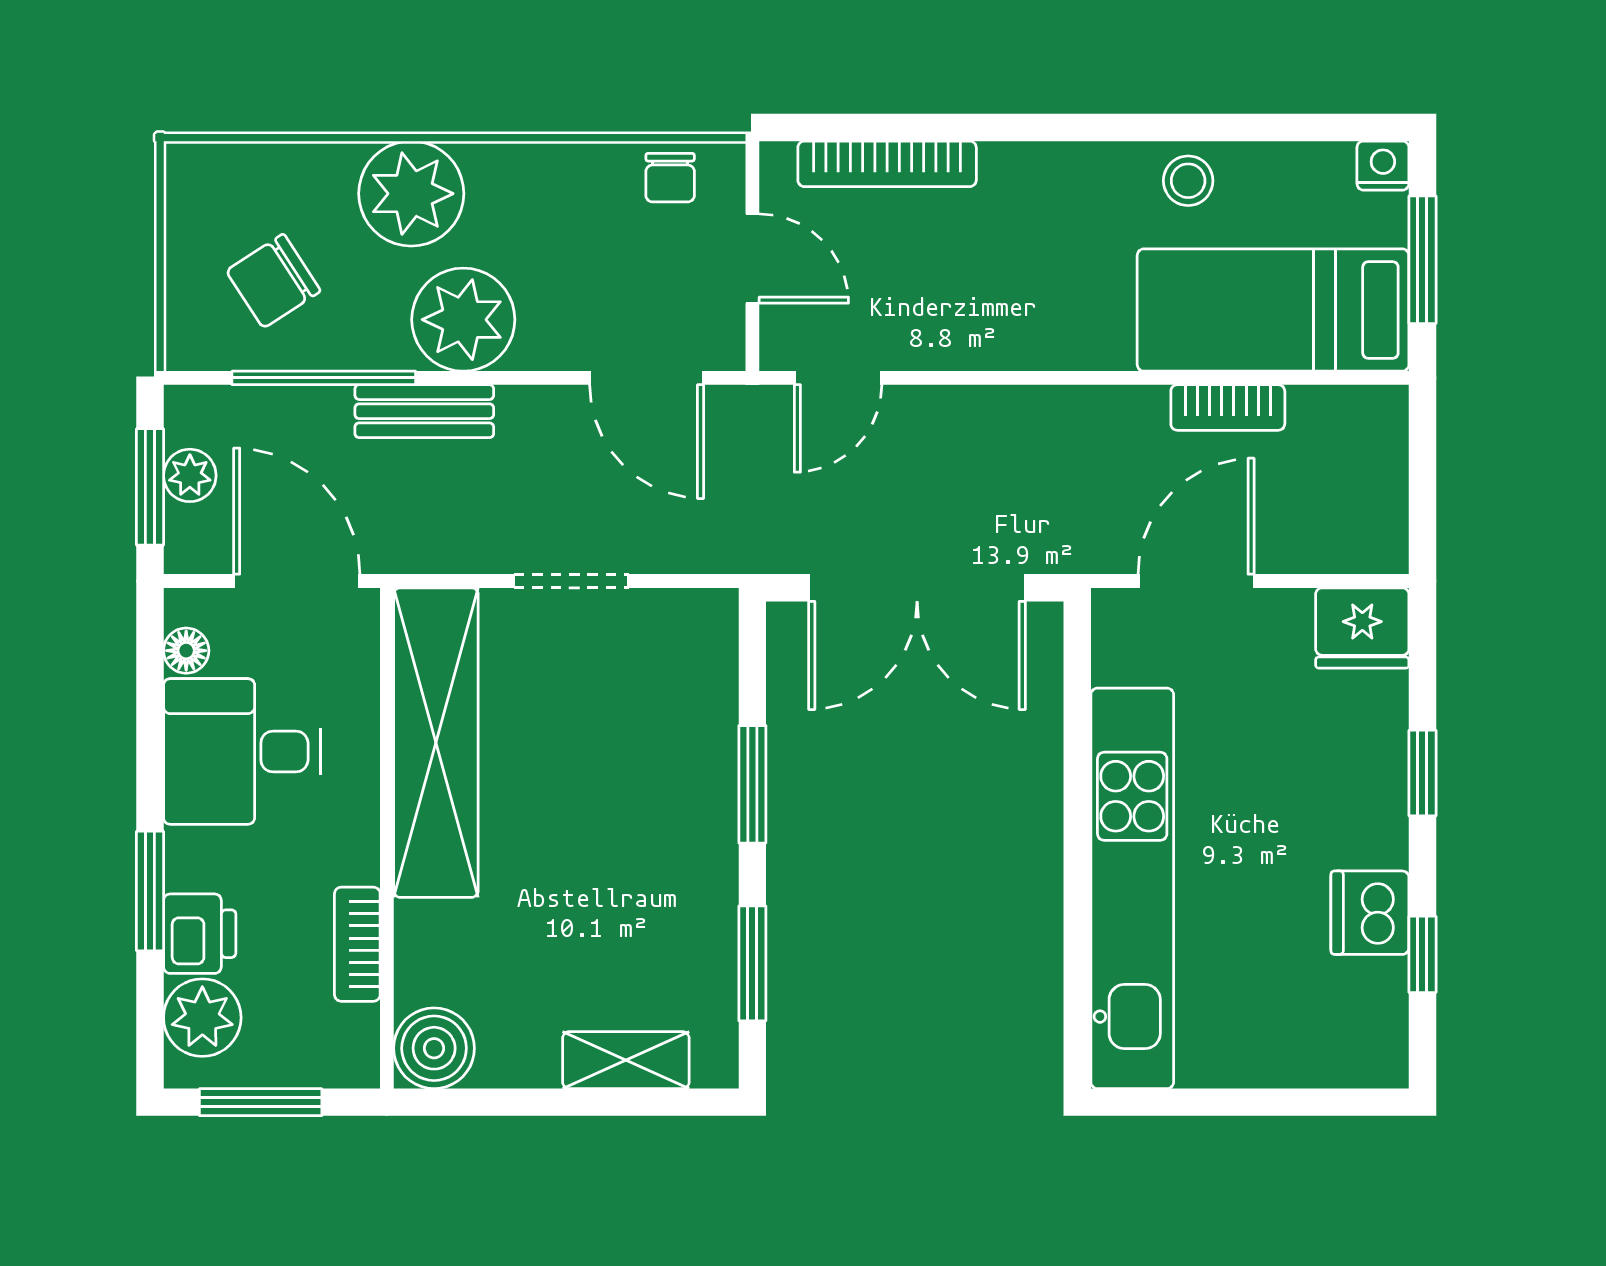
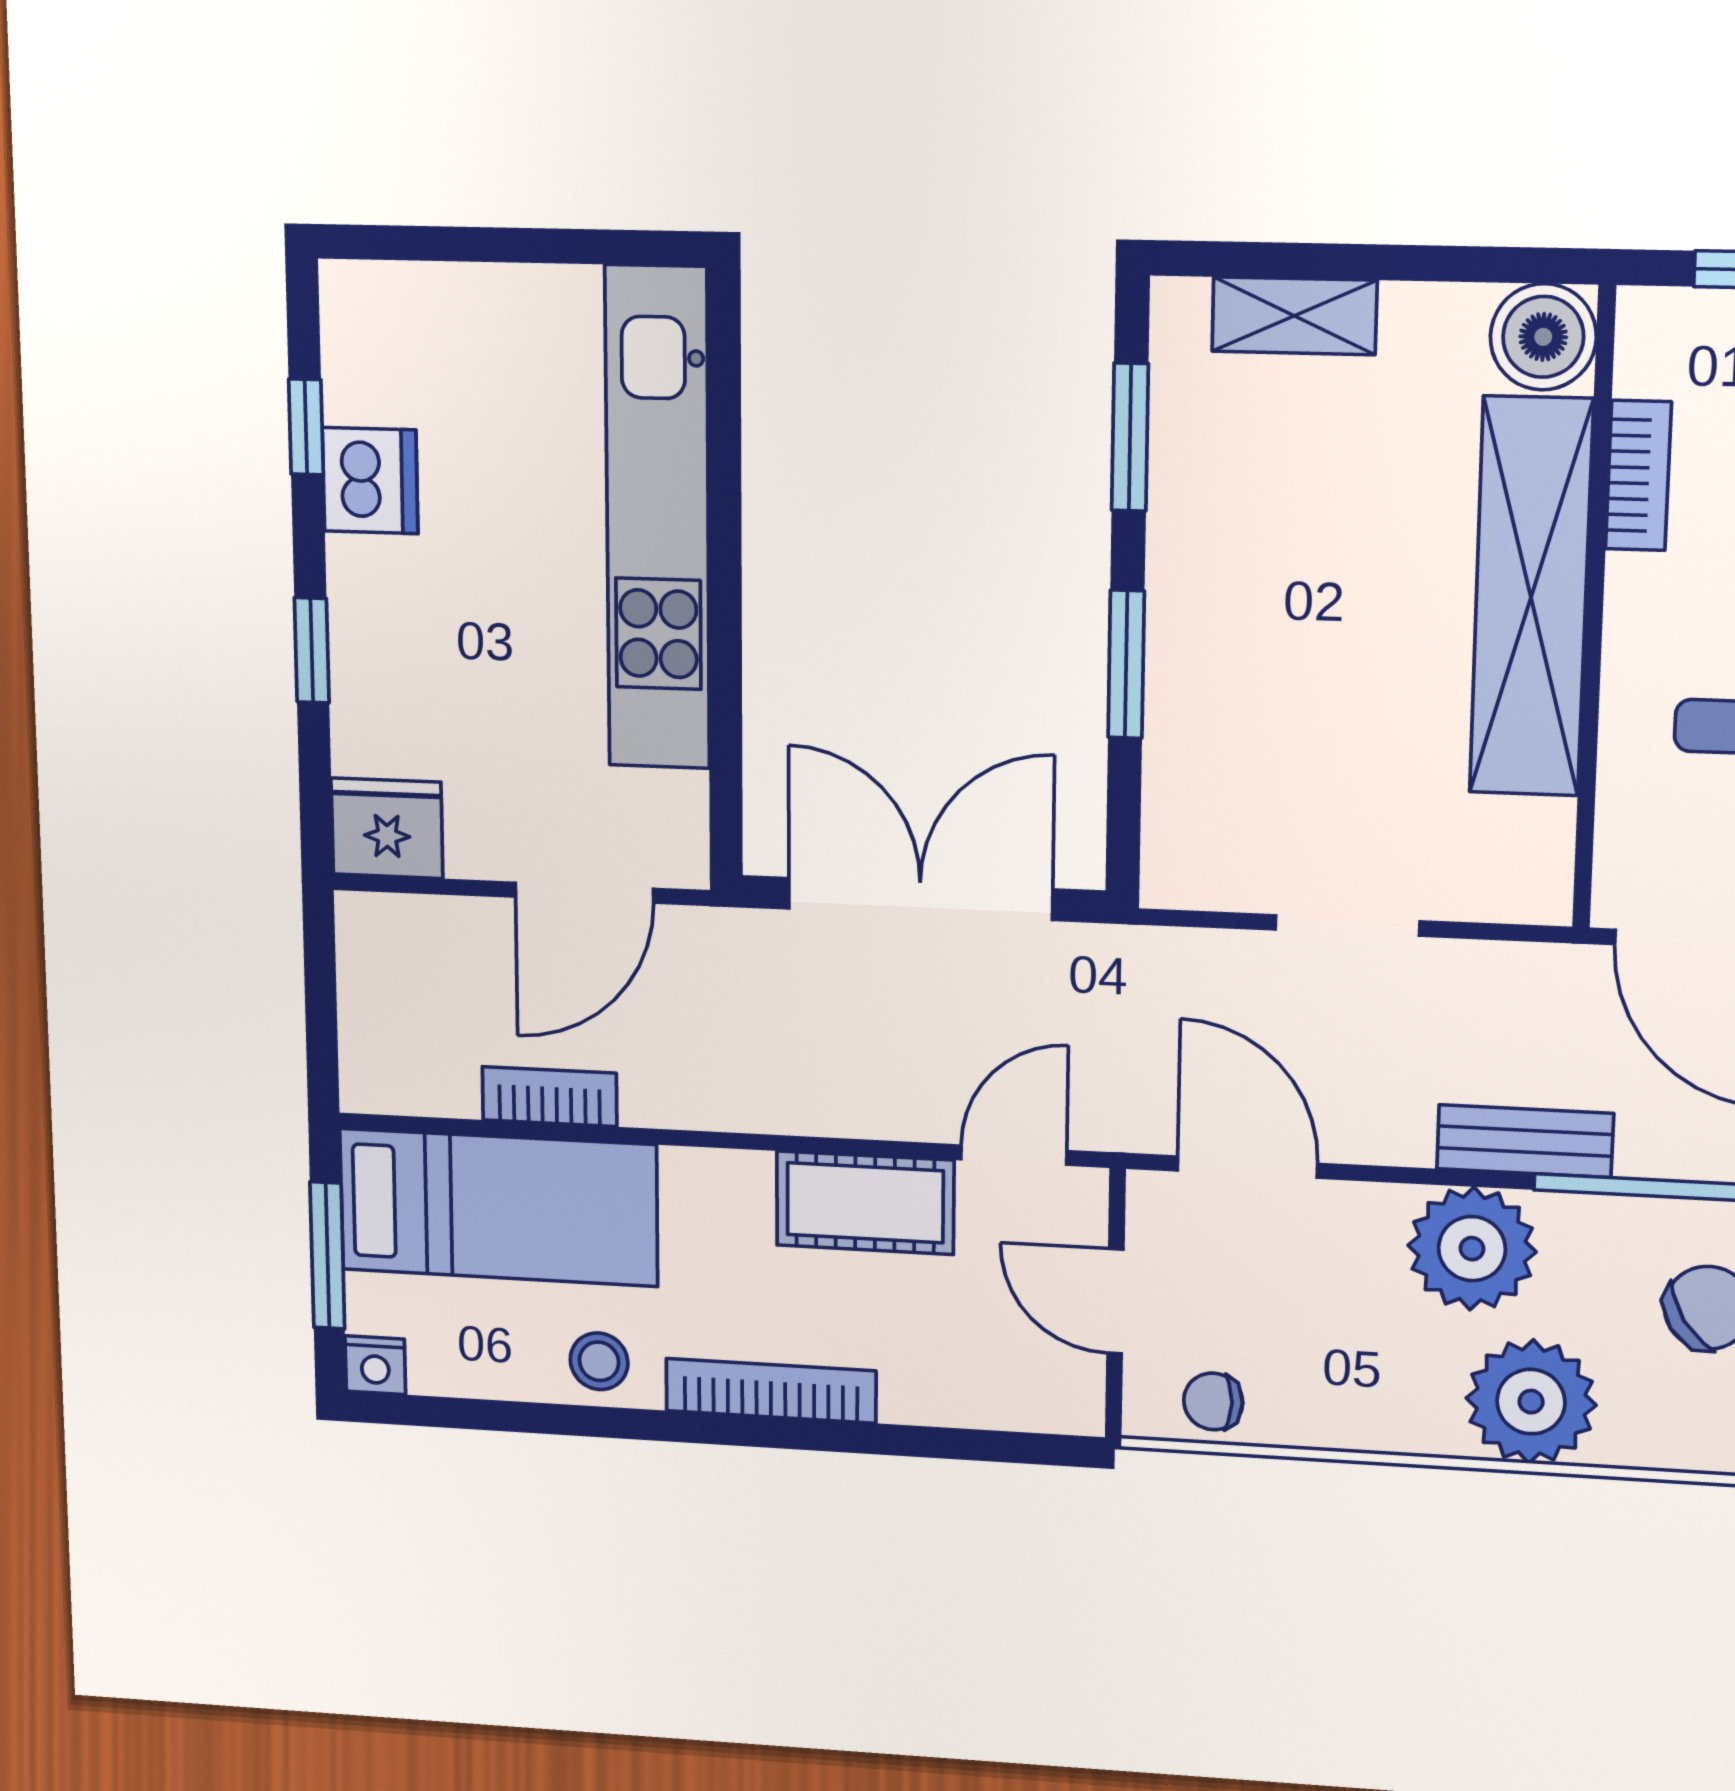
bookcase: (887, 164) -> (771, 1391), moved
chair: (670, 178) -> (1213, 1401), turned -90
cot: (961, 331) -> (865, 1203), added
shelving: (436, 743) -> (1531, 597), moved

